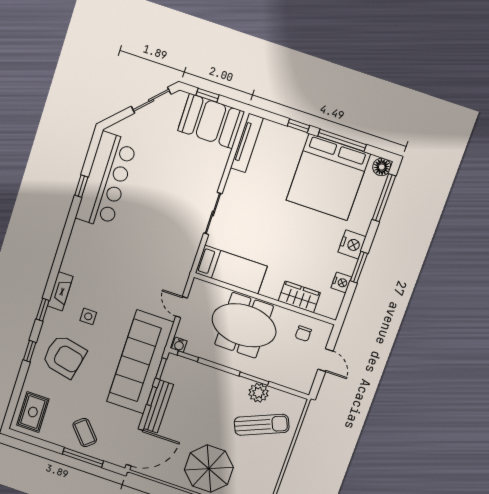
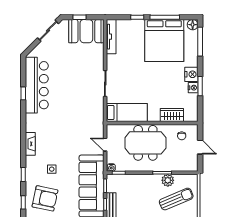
nightstand: (341, 282) -> (193, 88), moved
fireplace: (60, 291) -> (30, 144), moved

